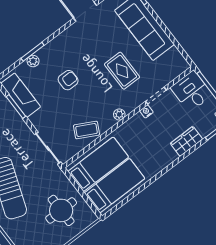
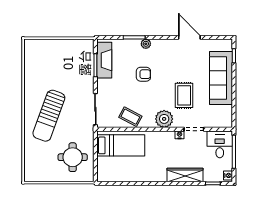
plant: (33, 61) -> (146, 44), moved
plant: (119, 114) -> (164, 119), width x1.88, depth x1.88
wardrobe: (186, 141) -> (185, 175), width x1.50
bed: (115, 186) -> (121, 168), removed

